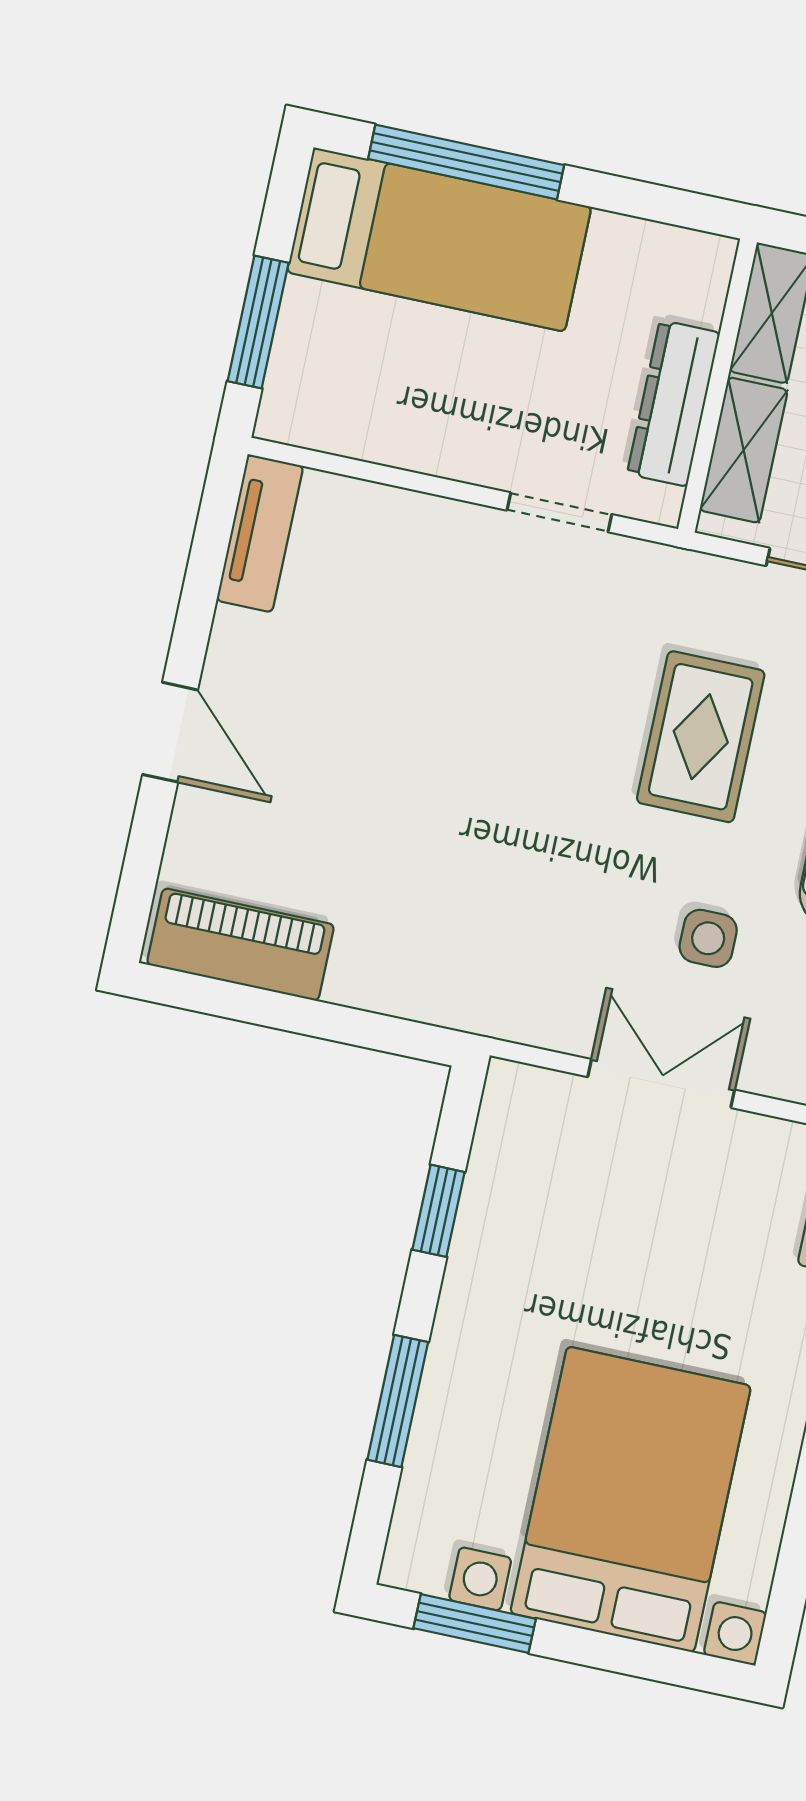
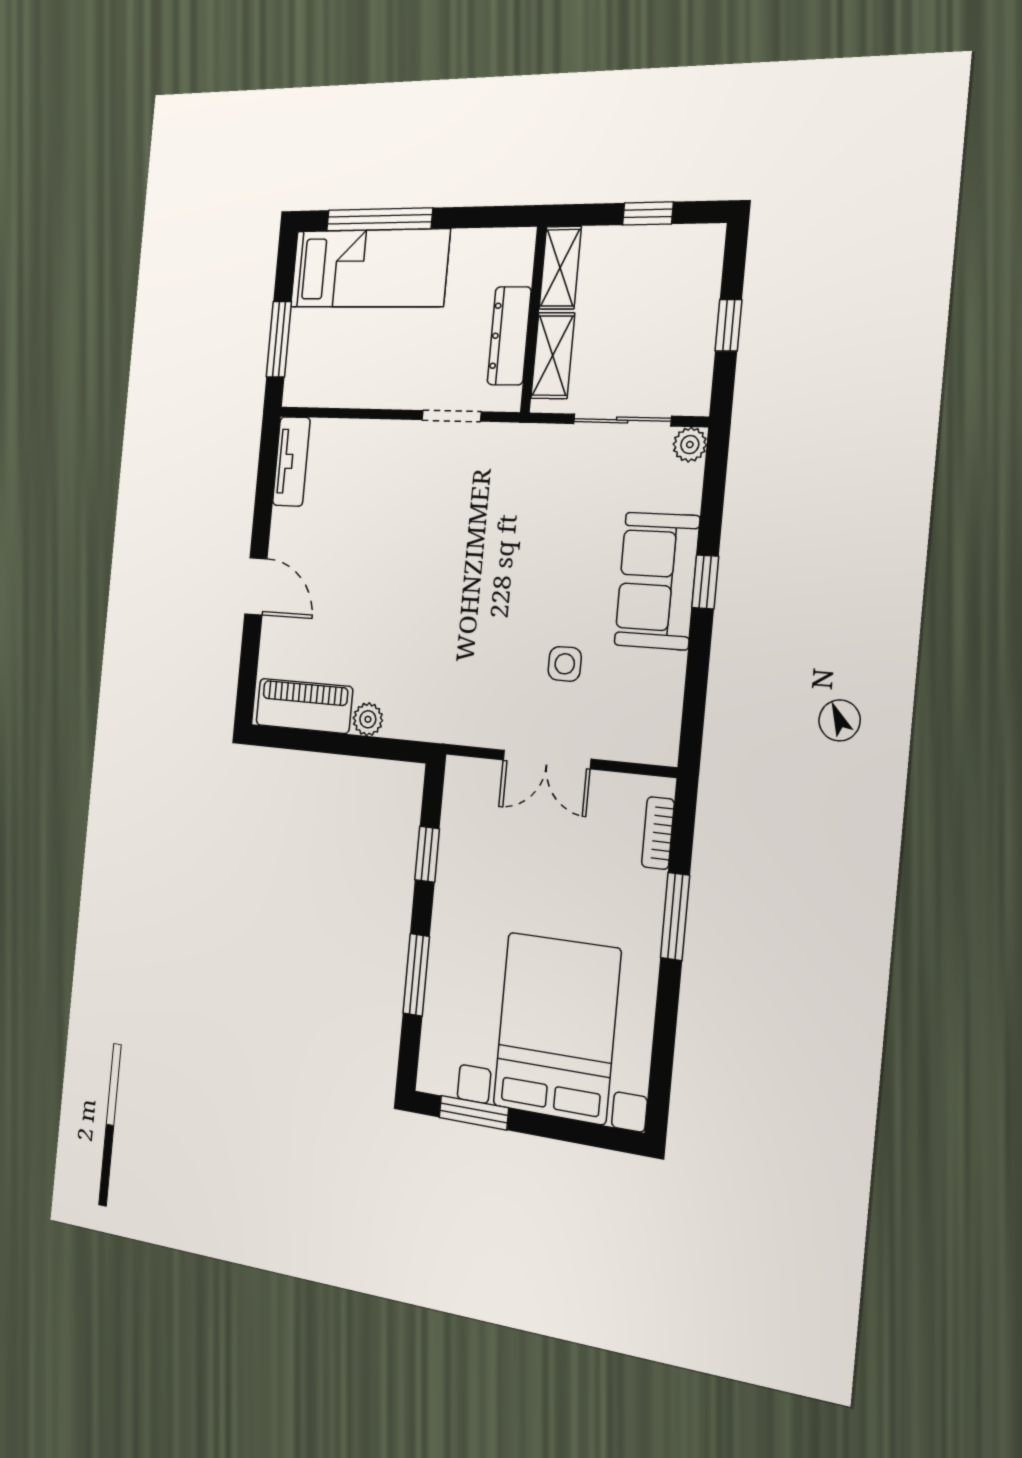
rug: (701, 737) -> (547, 538), removed
plant: (356, 982) -> (368, 719), added
double door: (661, 1083) -> (547, 759), swing flipped

